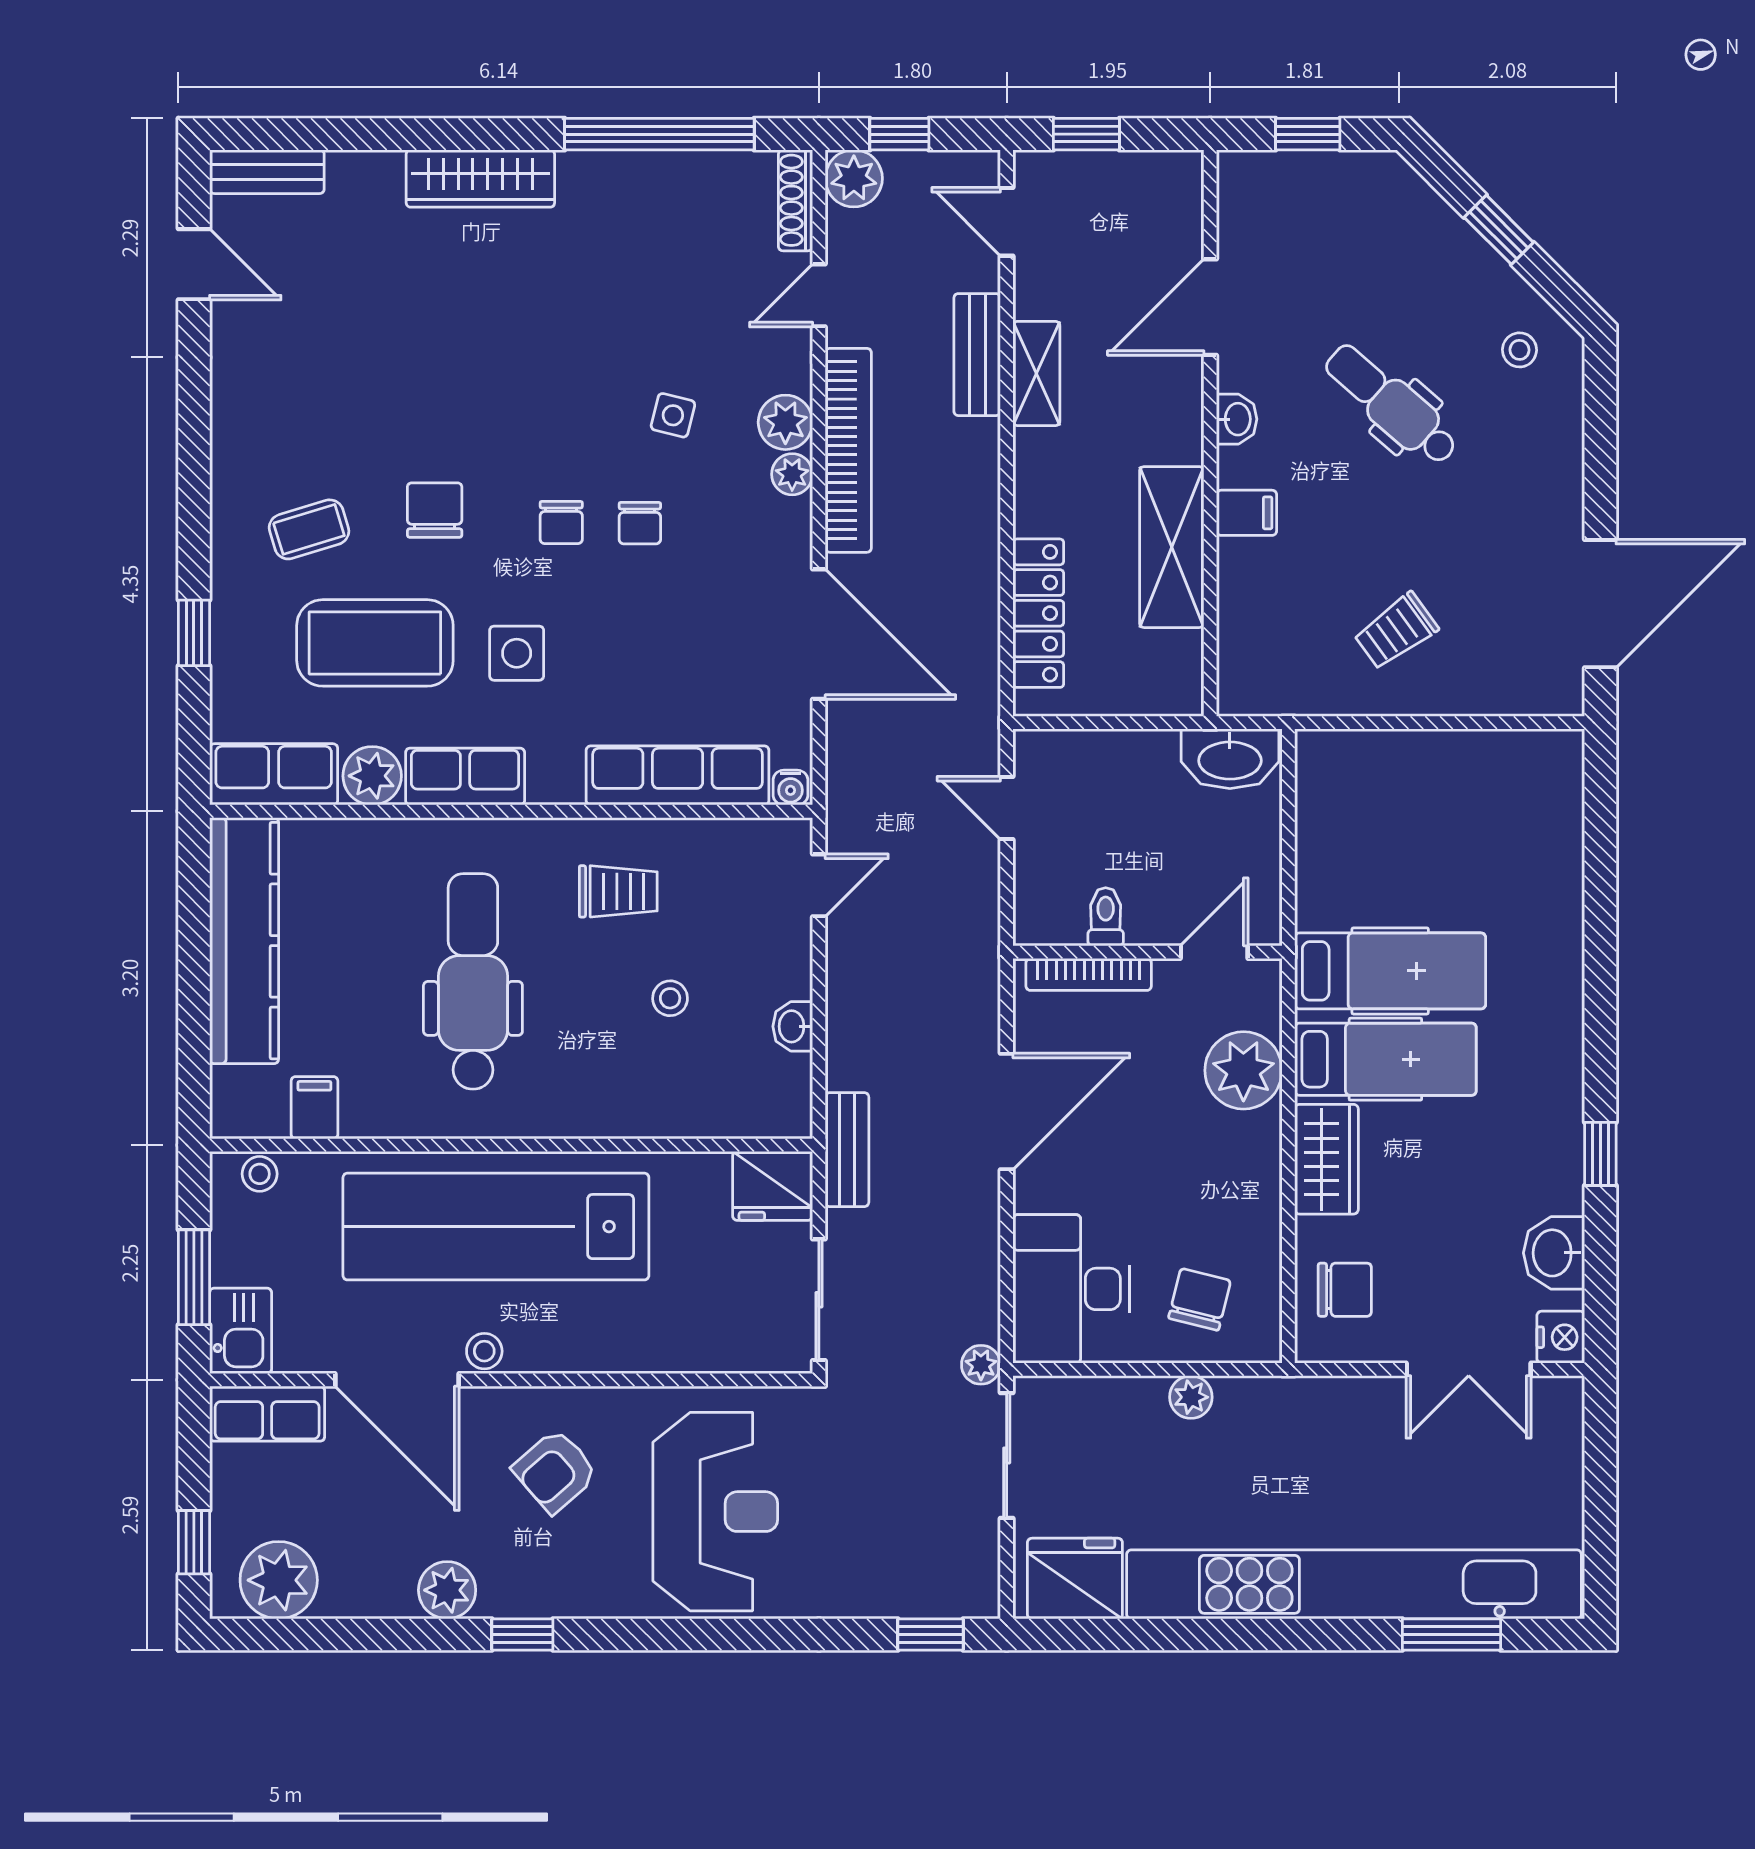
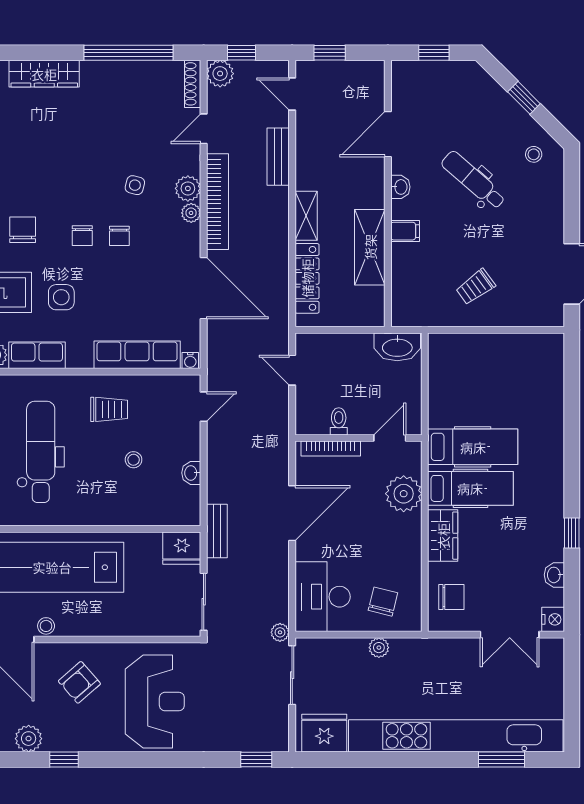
shelving: (1036, 373) -> (306, 216), moved
washbasin: (1554, 1253) -> (554, 575), width x0.72, depth x0.69

